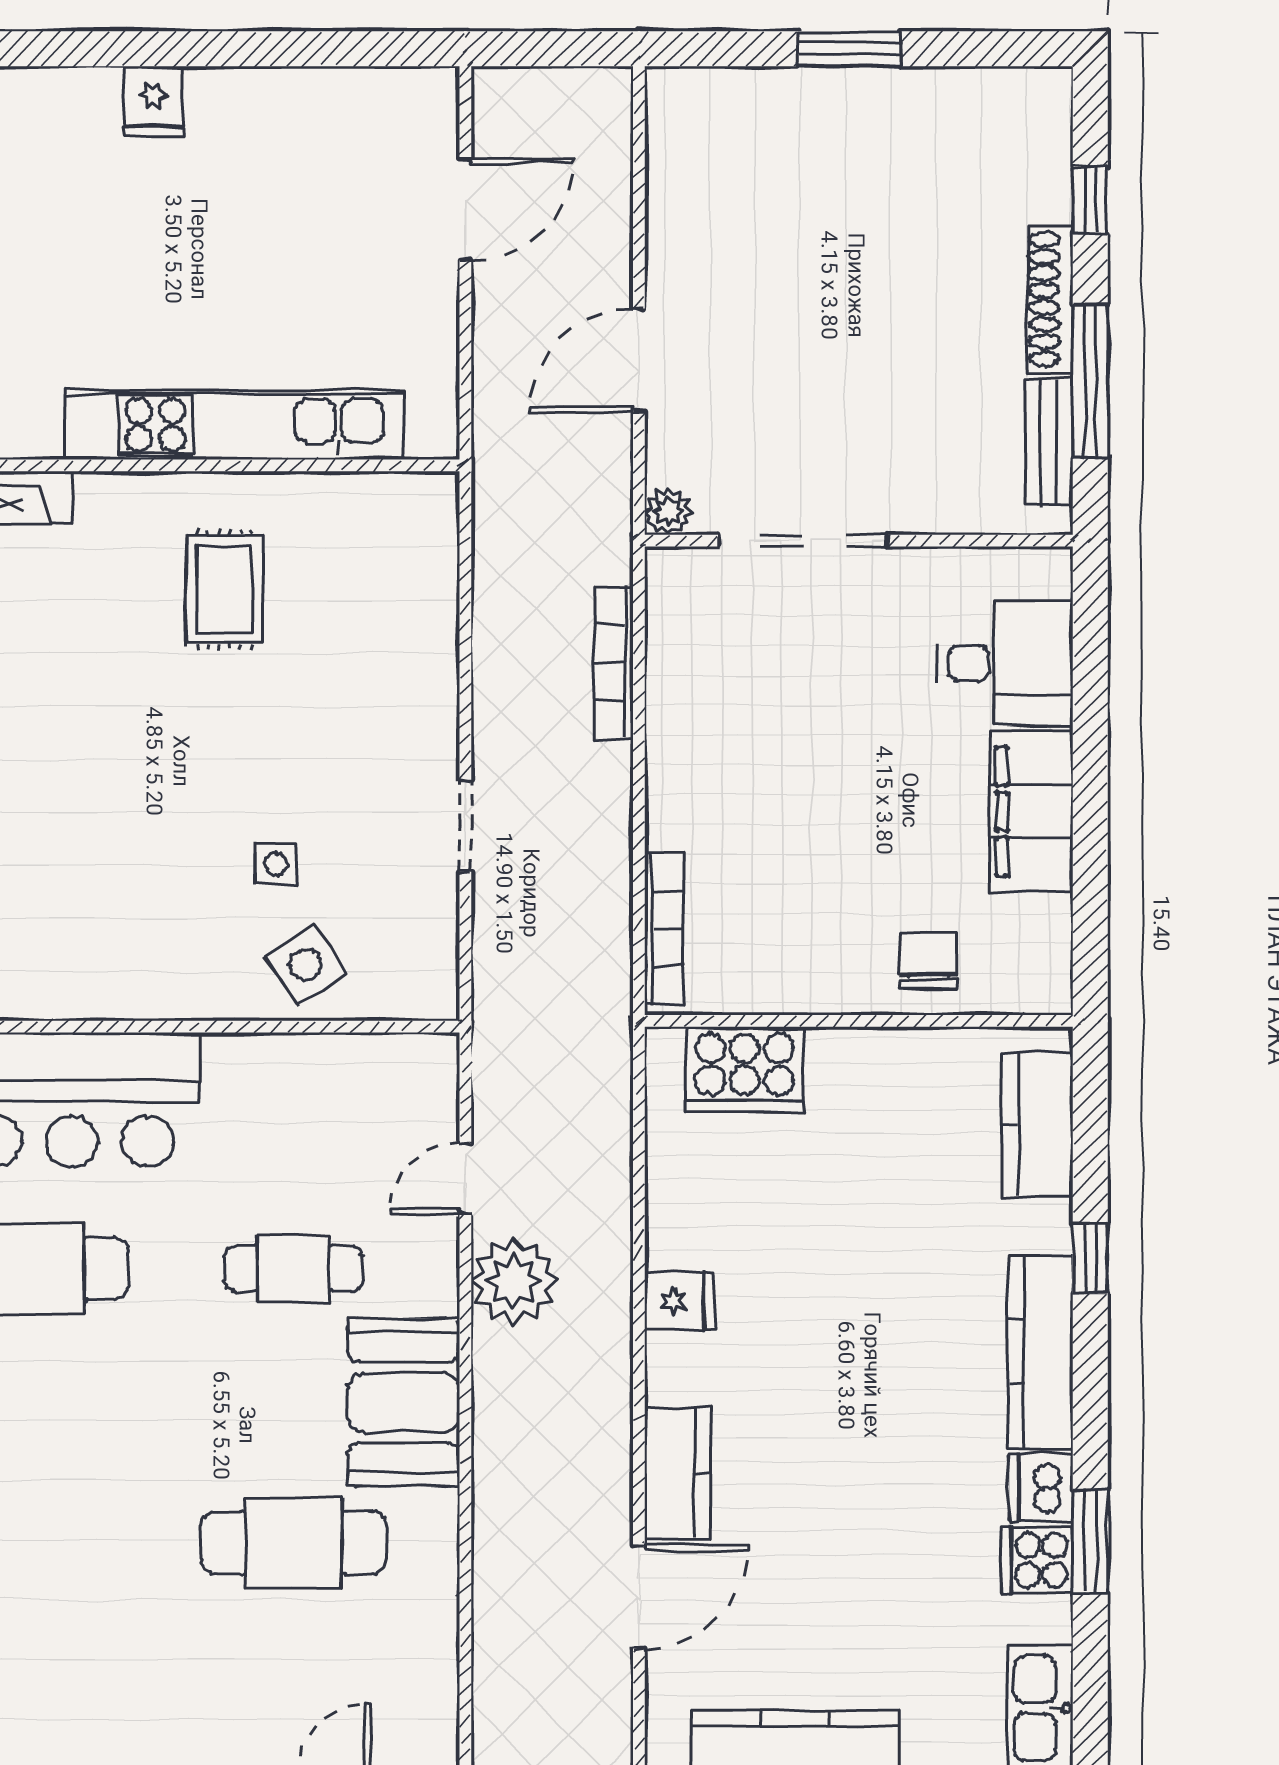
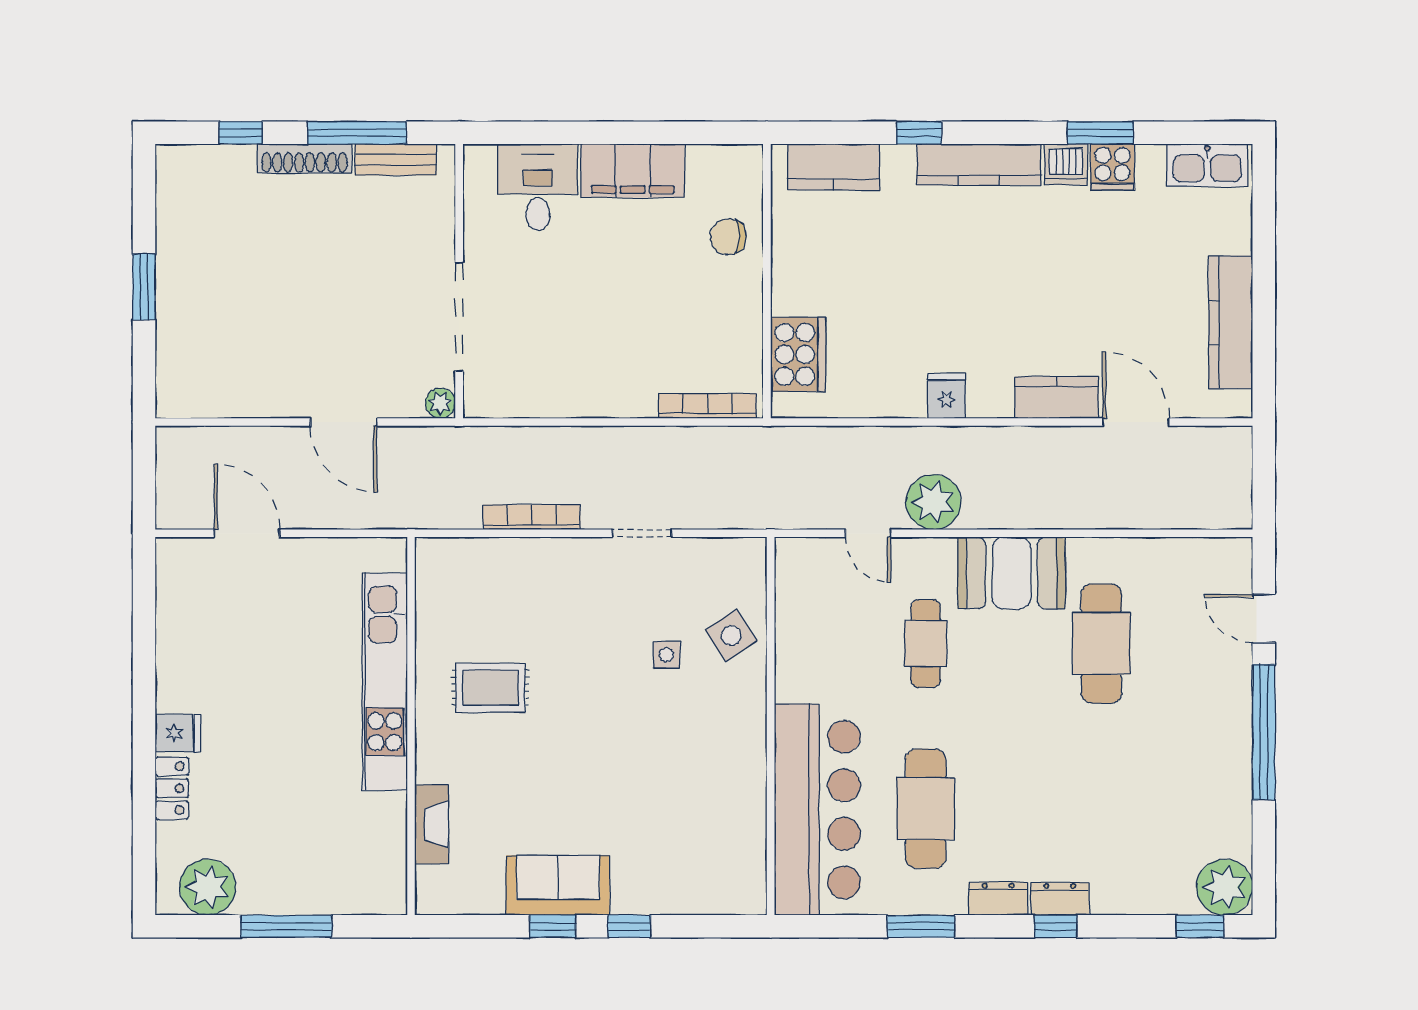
locker: (67, 92) -> (172, 788), added
bookcase: (614, 662) -> (532, 517), moved, turned 180

